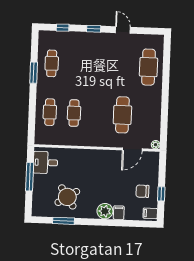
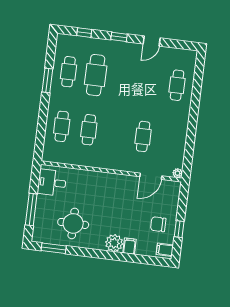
door: (123, 30) -> (152, 41), swing flipped
cafe table: (76, 64) -> (96, 75), added
cafe table: (149, 67) -> (177, 85), width x0.73, depth x0.74
cafe table: (122, 115) -> (143, 136), width x0.73, depth x0.74
window: (30, 177) -> (31, 209), moved
round table: (67, 197) -> (73, 223), turned 33
window: (63, 221) -> (54, 248), moved

